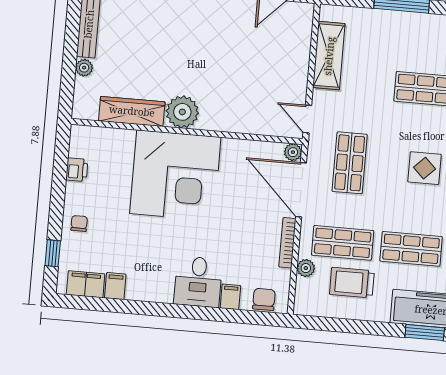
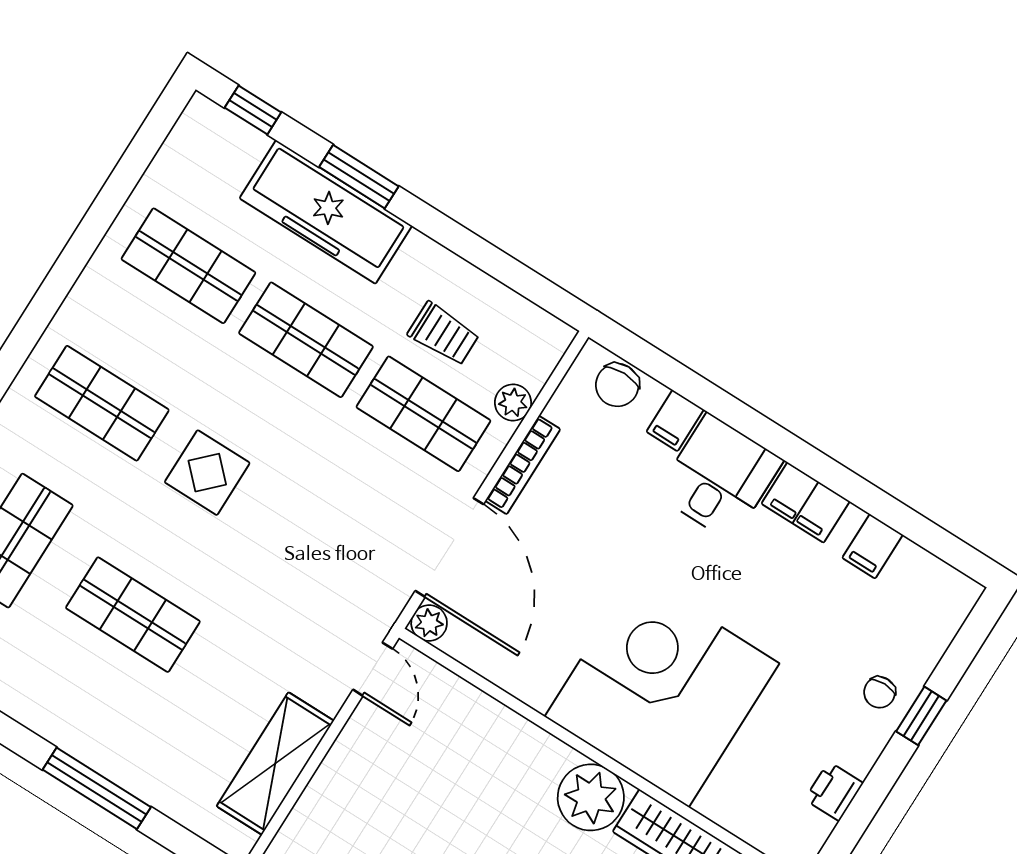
shop shelf: (350, 163) -> (337, 551), removed
window: (53, 253) -> (921, 716), moved
trolley: (352, 283) -> (444, 334), width x0.73, depth x0.72
filing cabinet: (86, 284) -> (806, 502), moved

